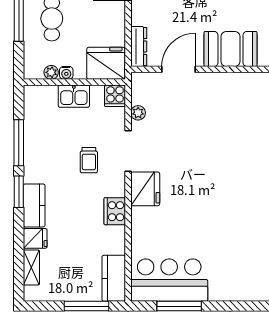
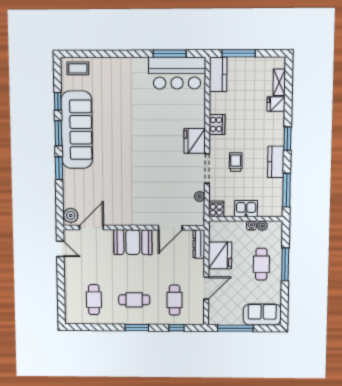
fridge: (106, 63) -> (220, 255), moved, turned -90
window: (19, 143) -> (287, 190), moved
kitchen counter: (34, 205) -> (276, 162), moved

